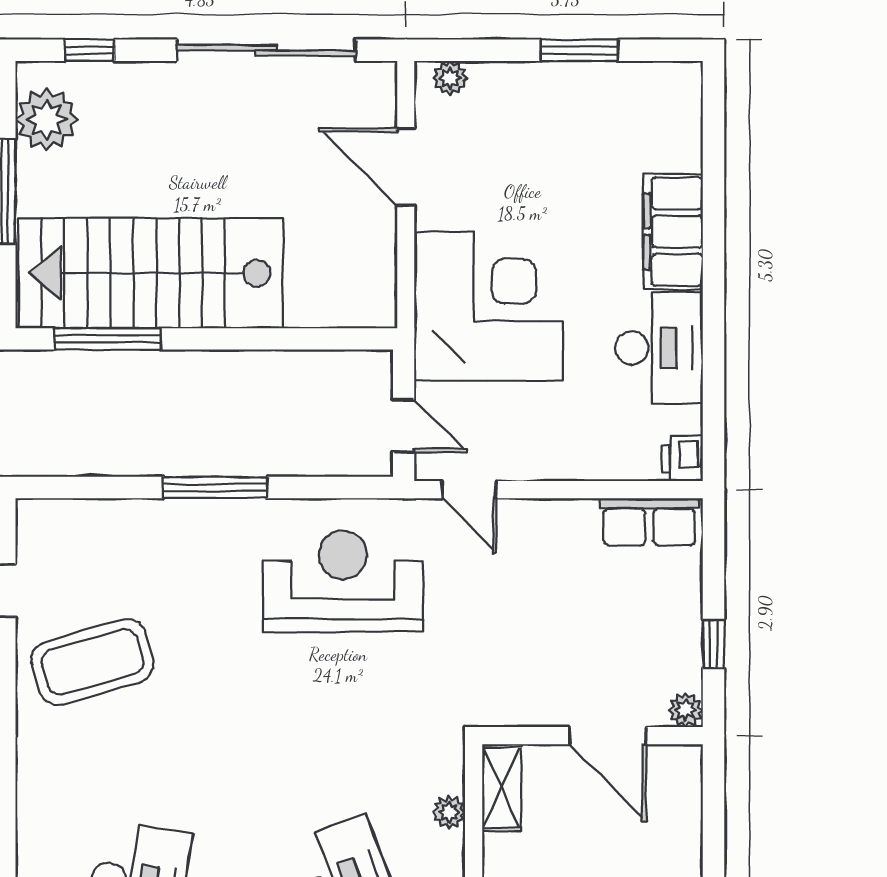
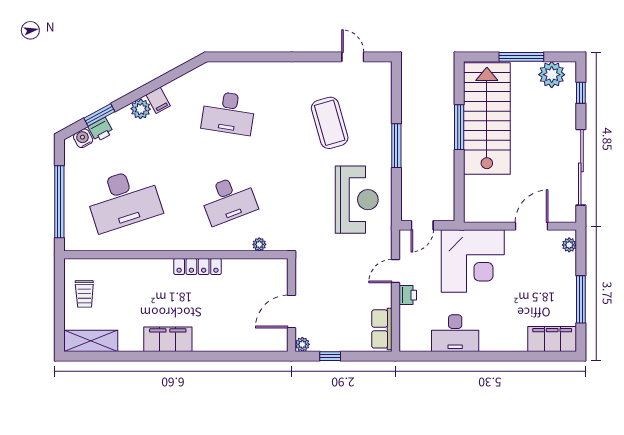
window: (579, 50) -> (581, 299), width x1.44
filing cabinet: (673, 232) -> (552, 339), moved
window: (107, 339) -> (459, 127), moved
printer: (682, 458) -> (408, 295), moved, turned 90
door: (469, 490) -> (395, 271), moved
coffee table: (93, 662) -> (330, 123), moved
shelving: (502, 788) -> (270, 267), removed

